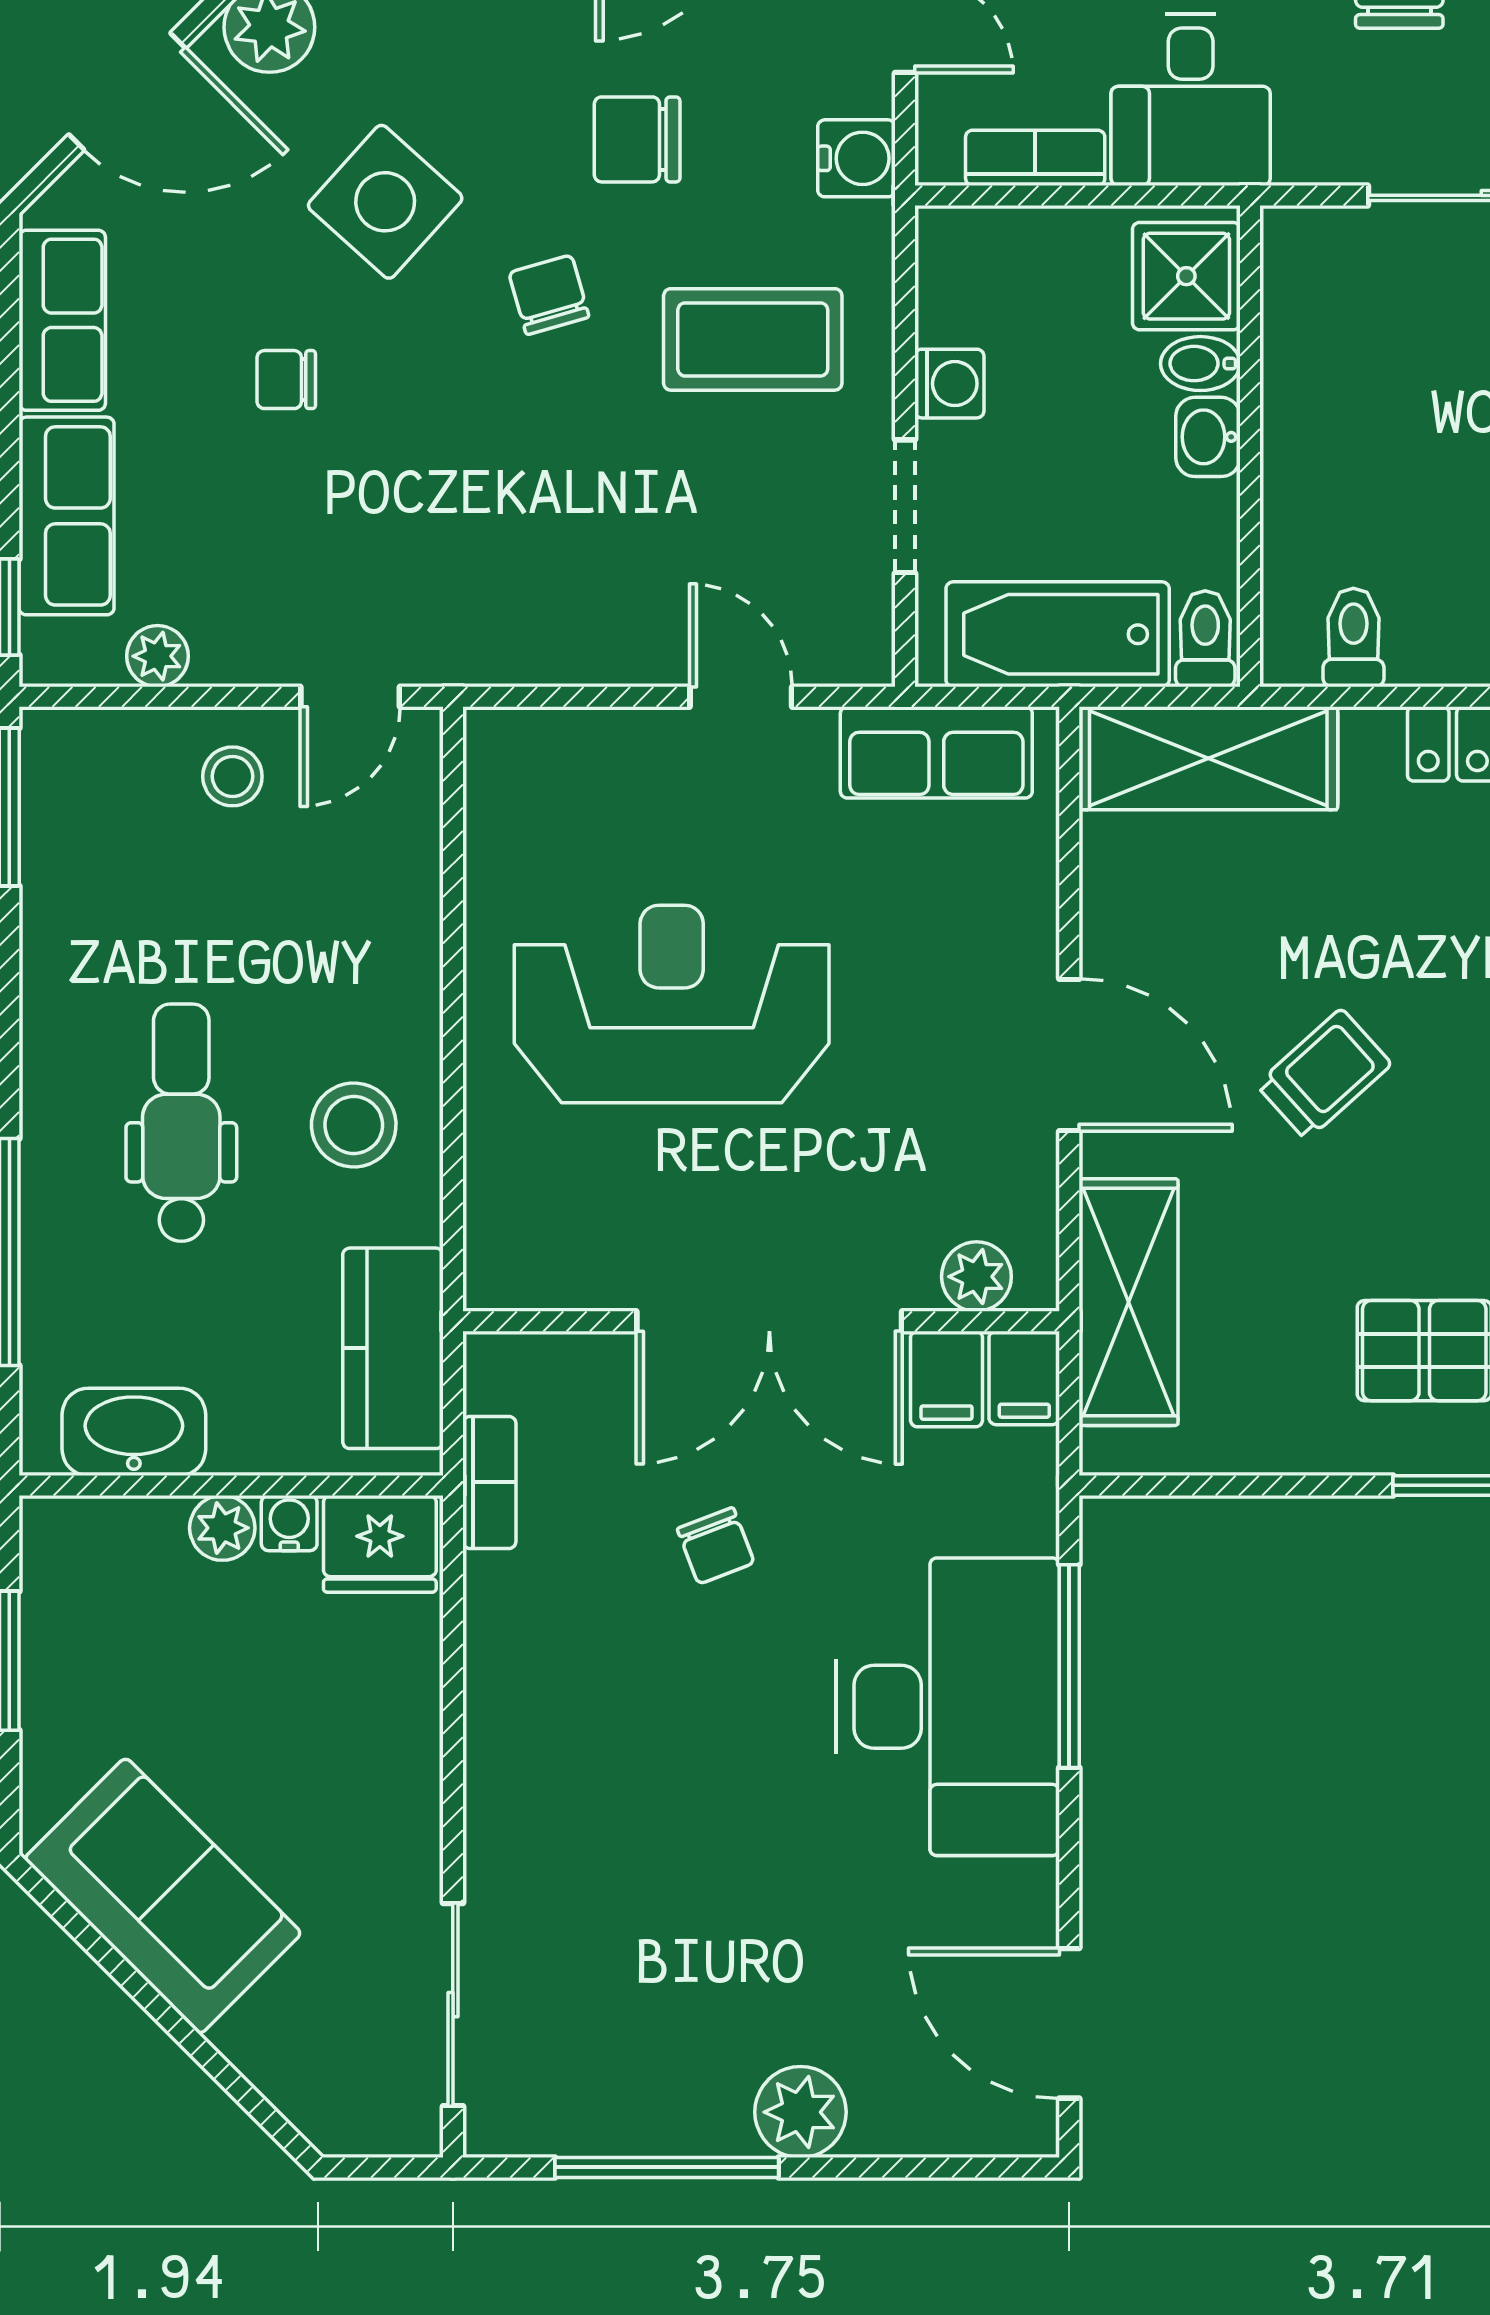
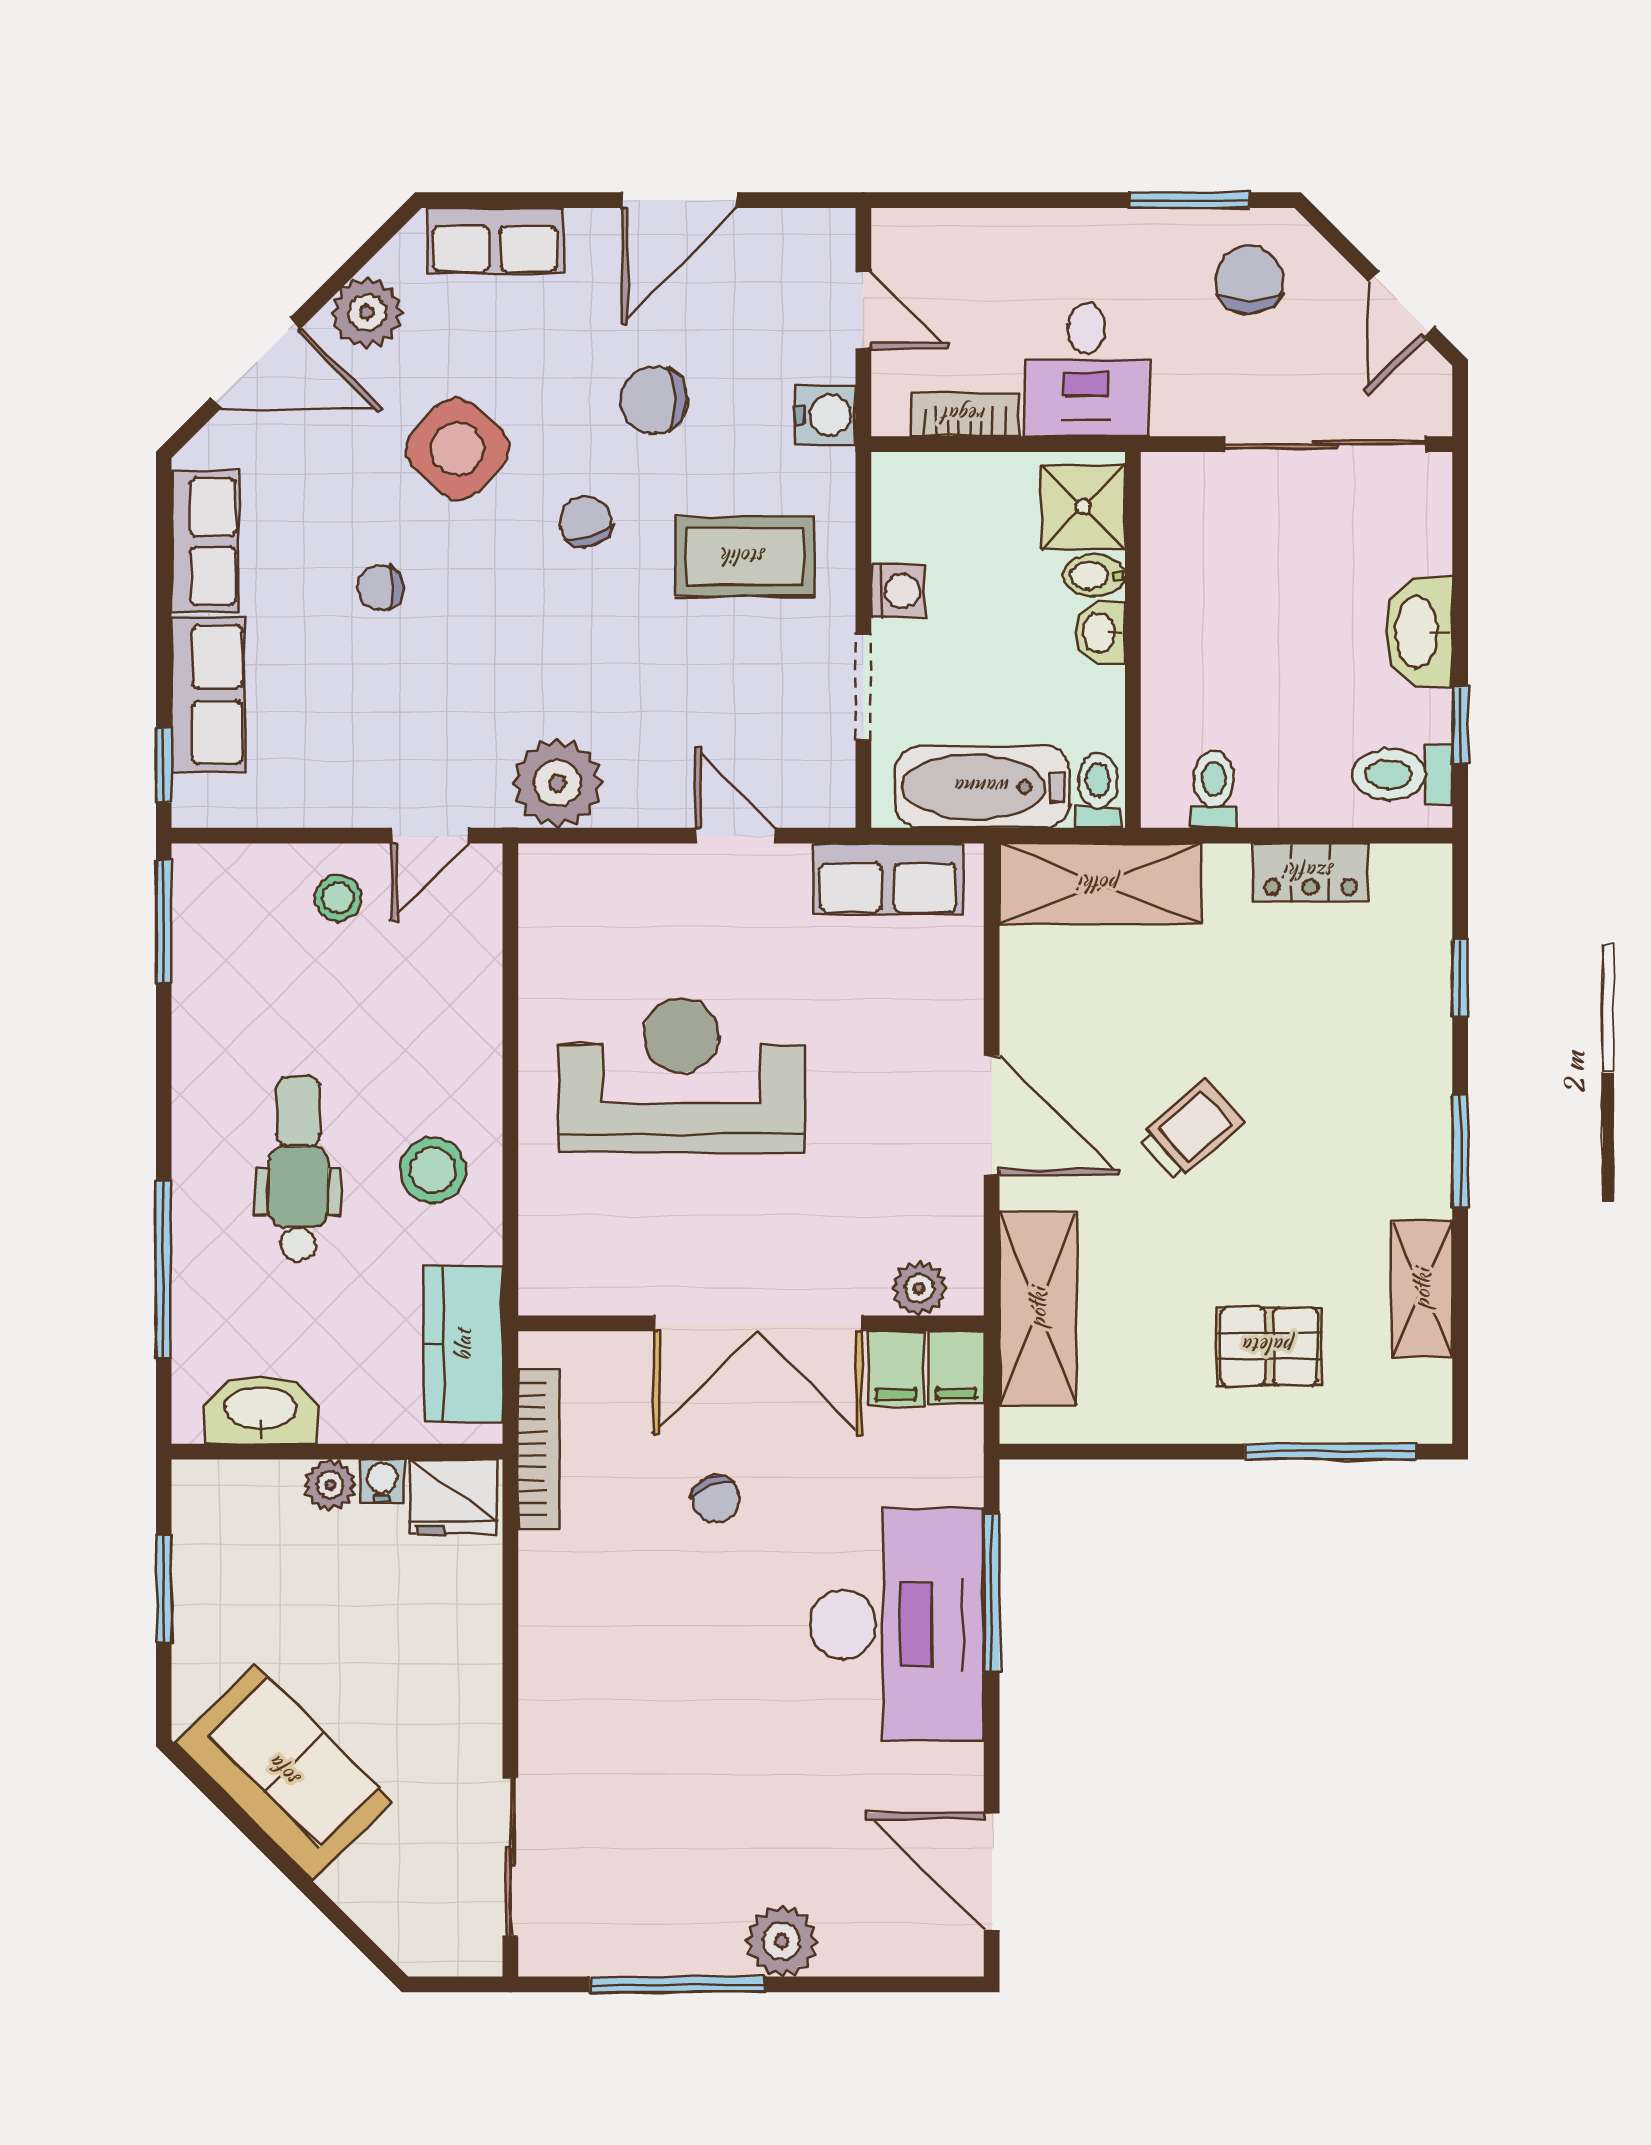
plant: (157, 656) -> (558, 783), moved, width x1.88, depth x1.88
bookcase: (489, 1482) -> (539, 1449), width x1.56

